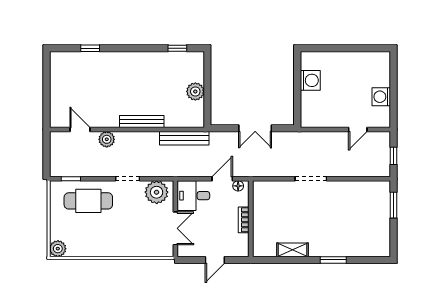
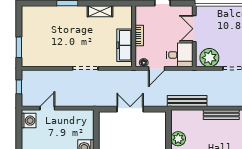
washing machine: (381, 97) -> (29, 121), moved
freezer: (262, 208) -> (124, 45), added

